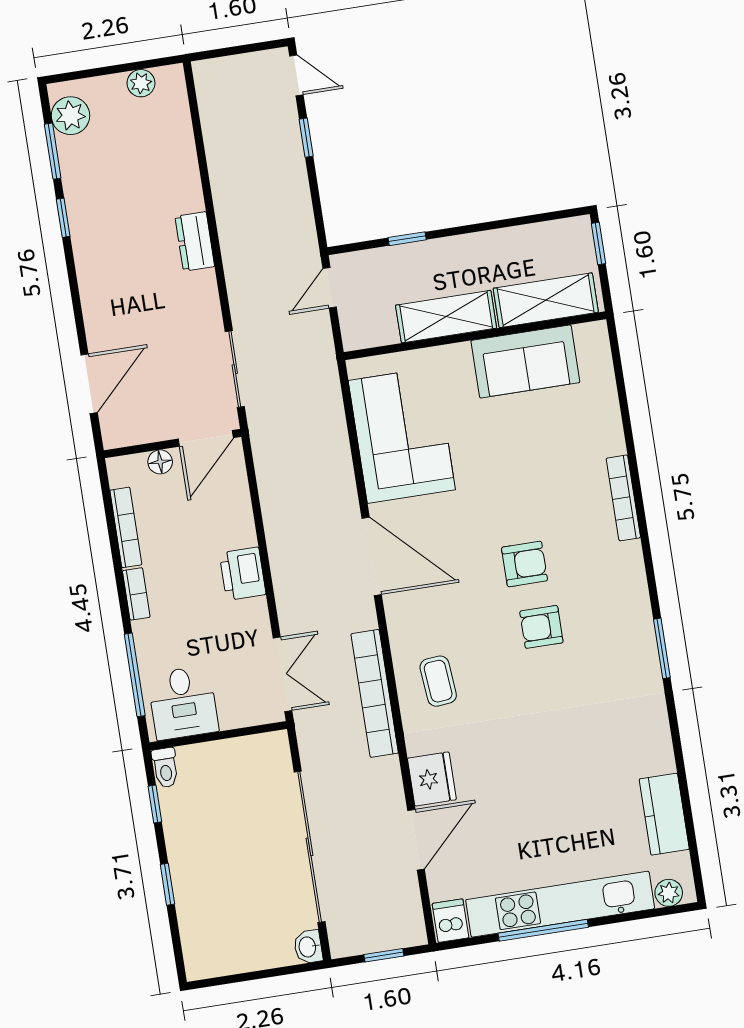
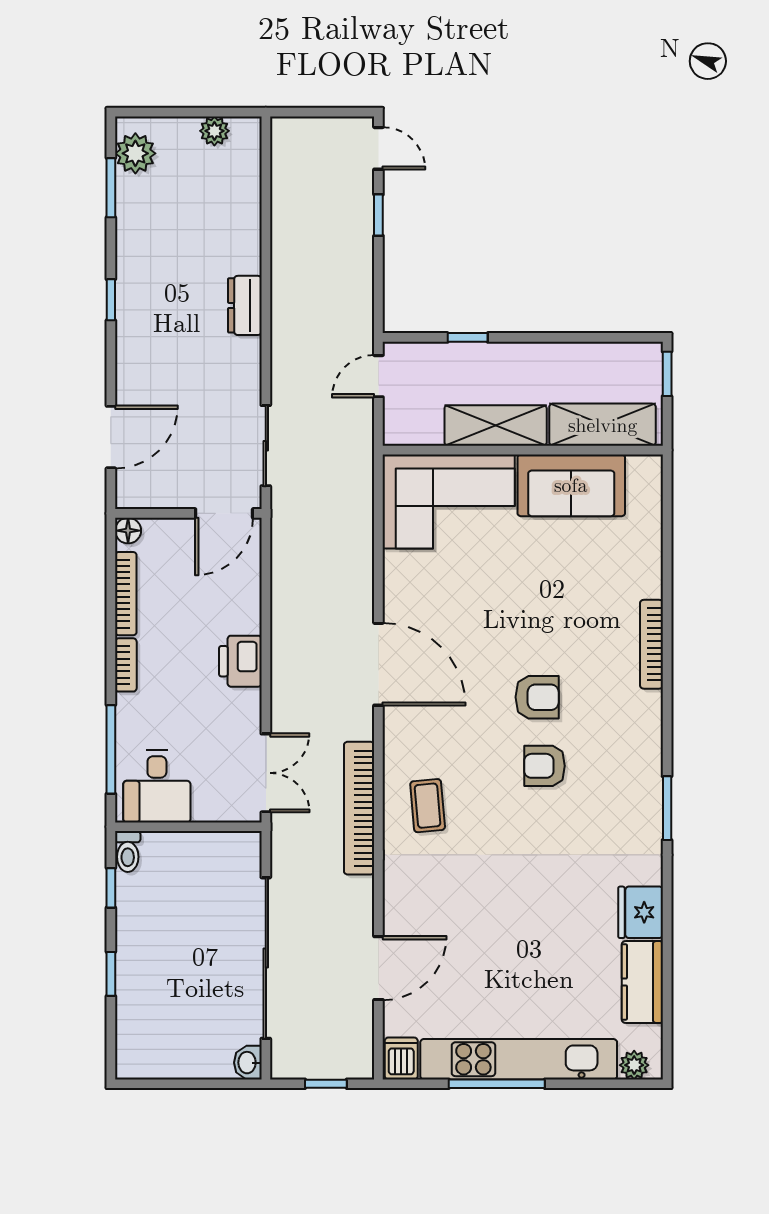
window: (63, 218) -> (111, 300), moved
corner sofa: (402, 435) -> (449, 501), moved, turned 90
floor lamp: (160, 462) -> (128, 531), moved
fridge: (432, 779) -> (641, 912), moved, turned 180

